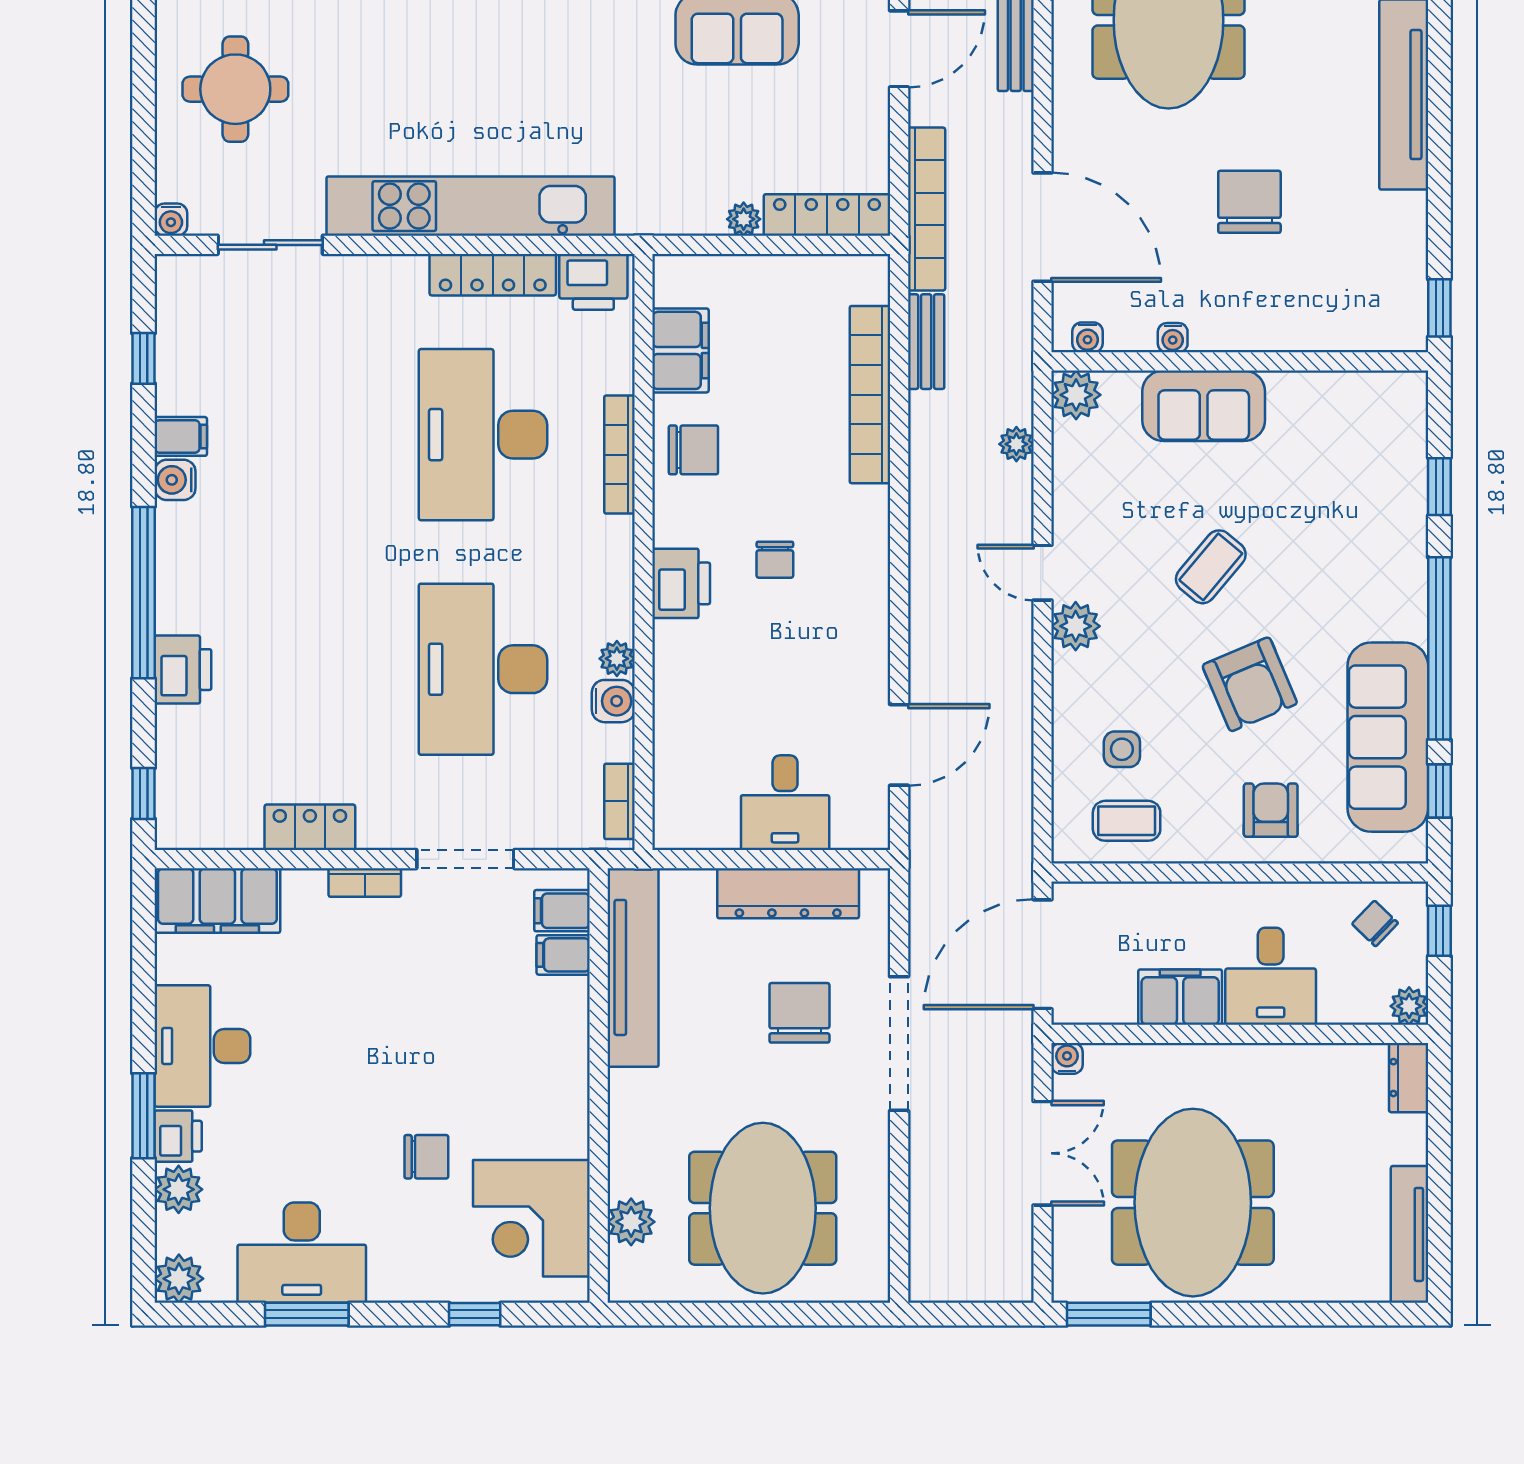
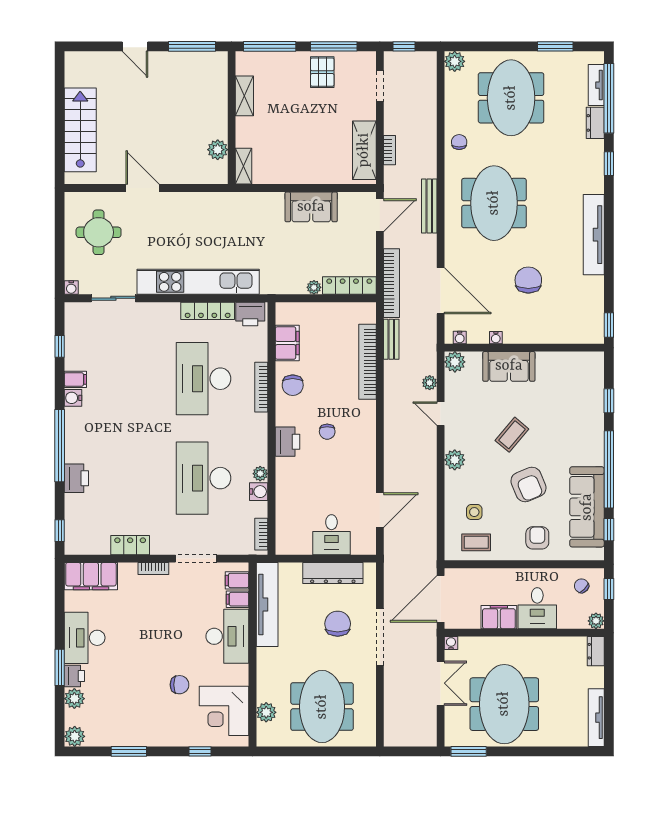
chair: (693, 450) -> (293, 385), turned 90
door: (1043, 573) -> (441, 414), moved
desk: (302, 1253) -> (227, 636), moved, turned -90

